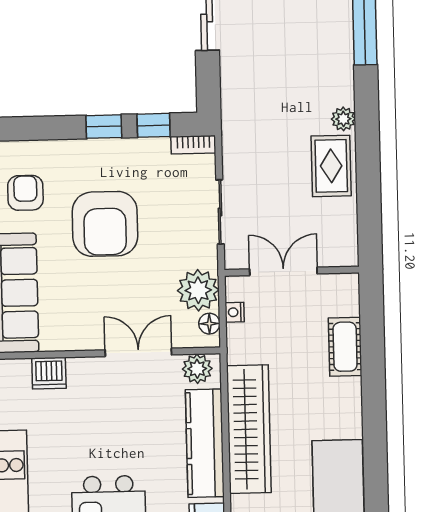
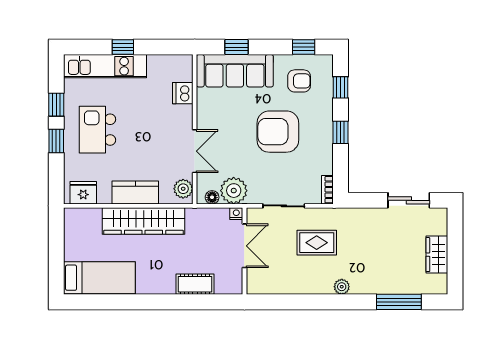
window: (154, 125) -> (341, 87), moved
rug: (331, 166) -> (317, 243), moved
nightstand: (235, 312) -> (236, 214), moved
kitchen counter: (205, 443) -> (135, 192), width x0.67

